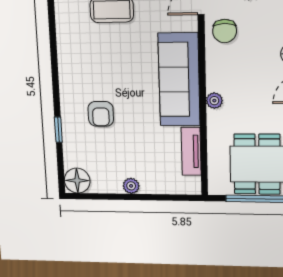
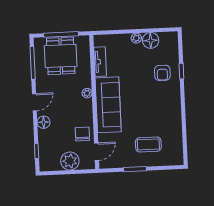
armchair: (101, 114) -> (162, 73), moved, turned 180
floor lamp: (77, 181) -> (151, 40), moved

